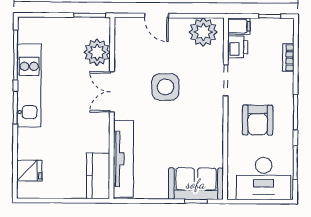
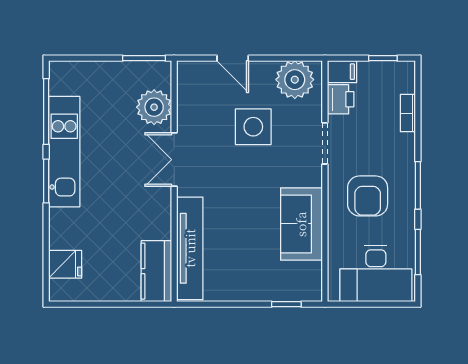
side table: (165, 87) -> (253, 127), moved
sofa: (196, 184) -> (301, 224), moved, turned -90

